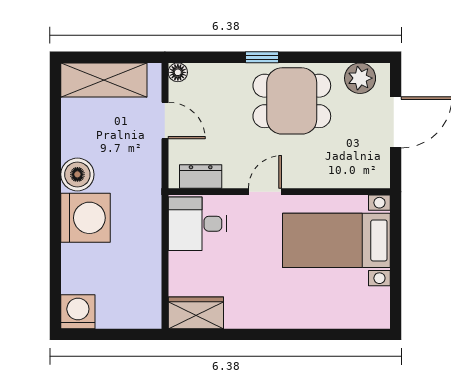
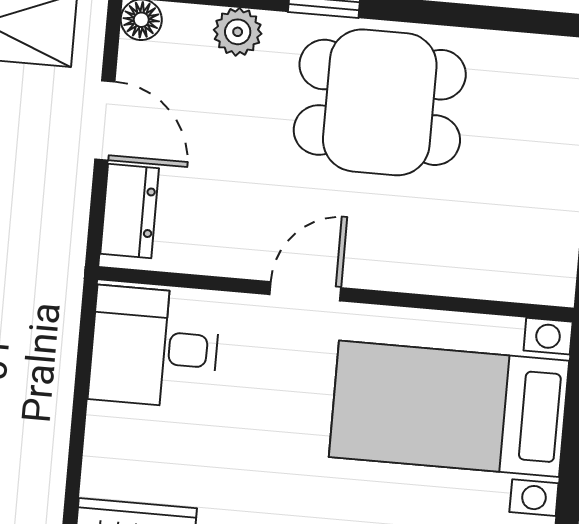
plant: (360, 78) -> (238, 32), moved, width x0.73, depth x0.73
dresser: (201, 176) -> (130, 211), moved, turned 90

